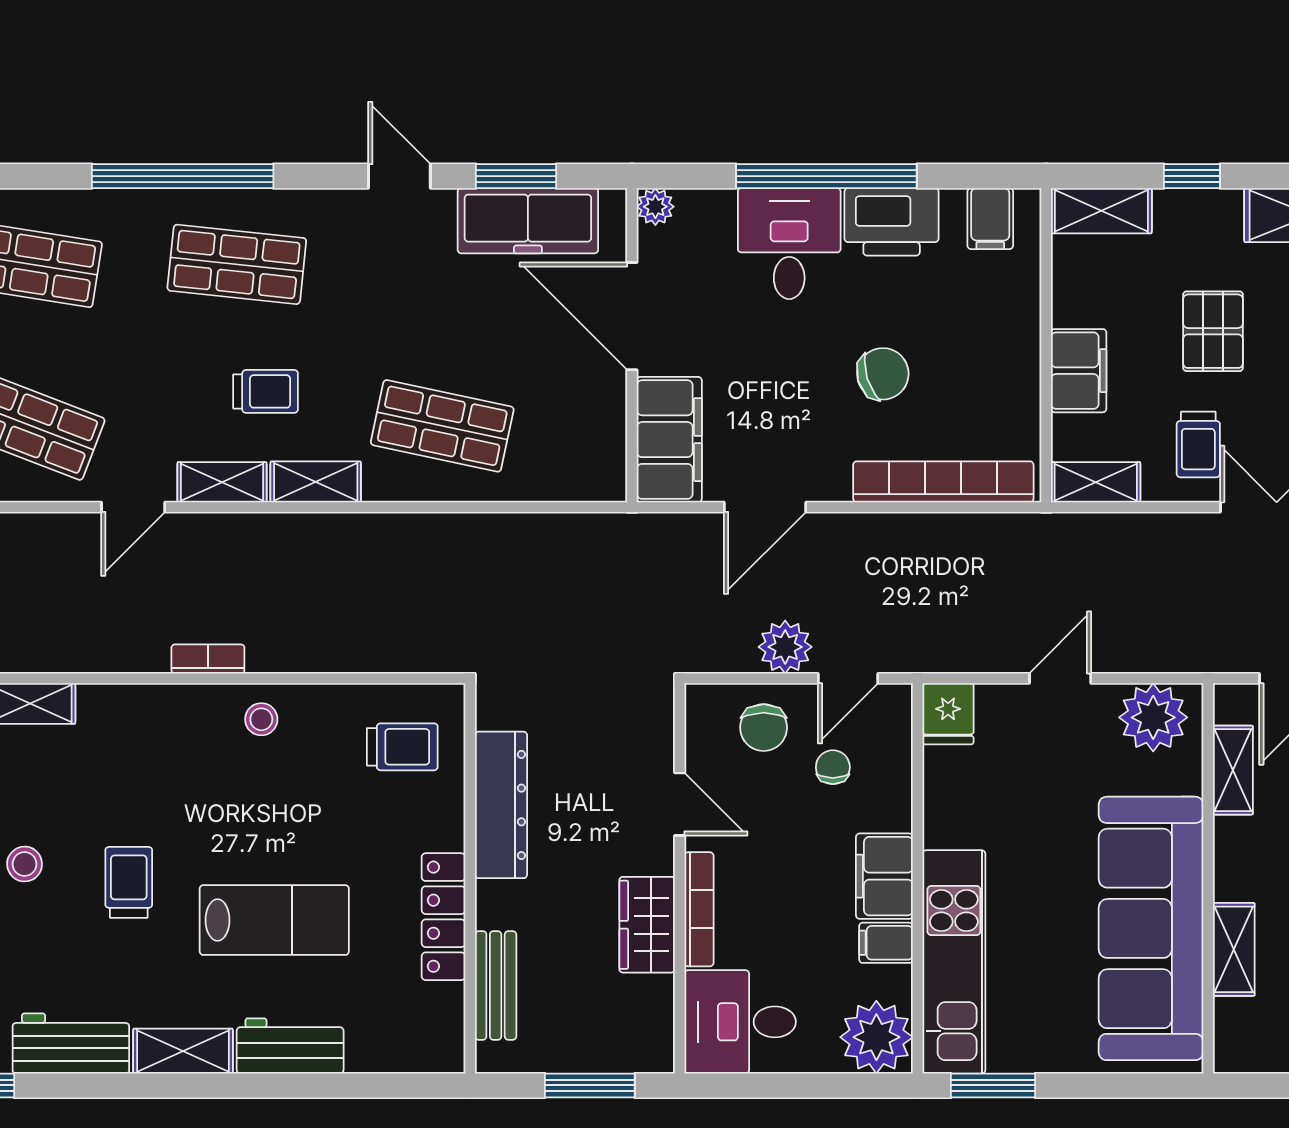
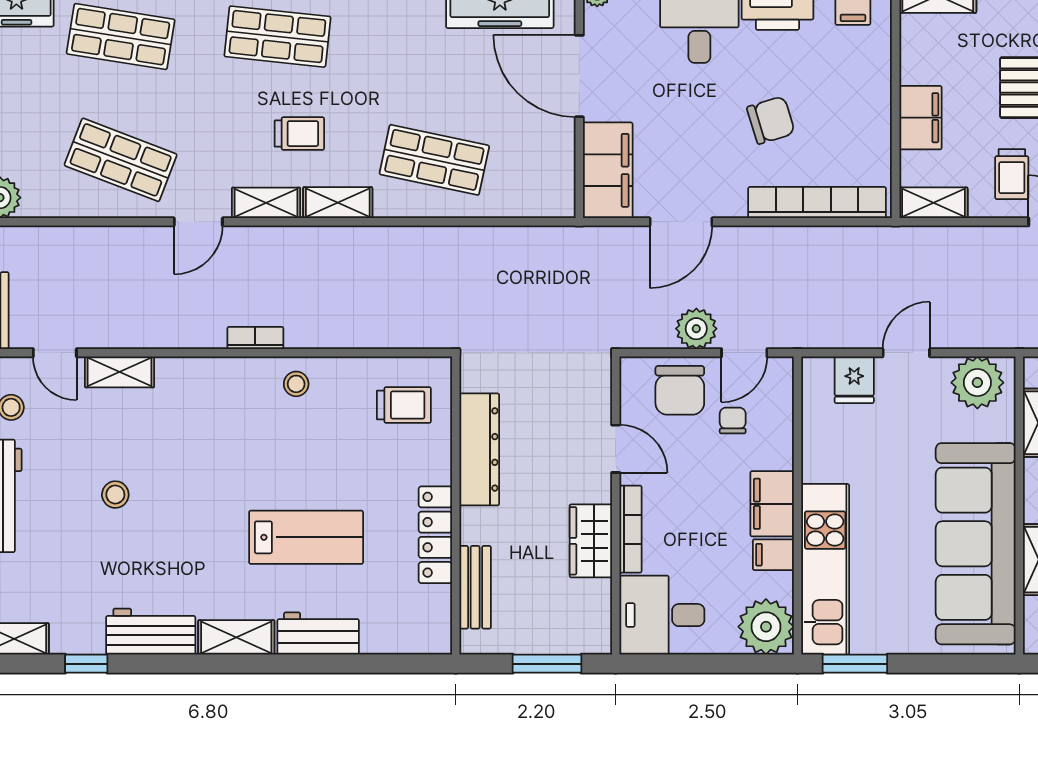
fridge: (948, 714) -> (854, 380), moved
chair: (764, 728) -> (680, 390), width x1.37, depth x1.37
trolley: (129, 882) -> (195, 508), removed

